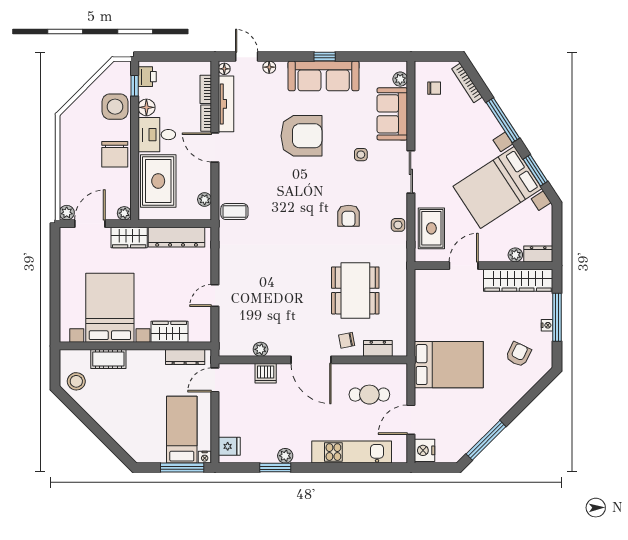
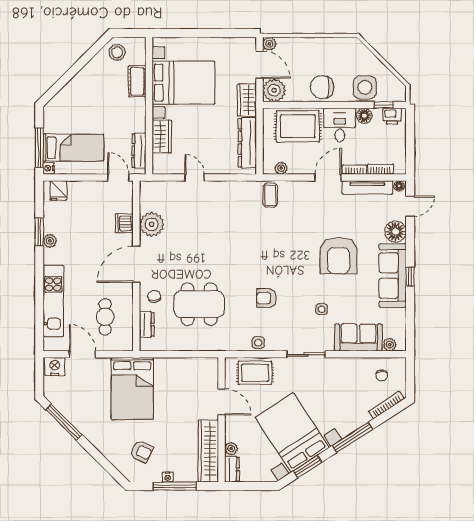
floor lamp: (269, 67) -> (395, 232), width x1.89, depth x1.89
plant: (124, 213) -> (274, 90), width x1.87, depth x1.87
plant: (261, 349) -> (152, 224), width x1.87, depth x1.87

